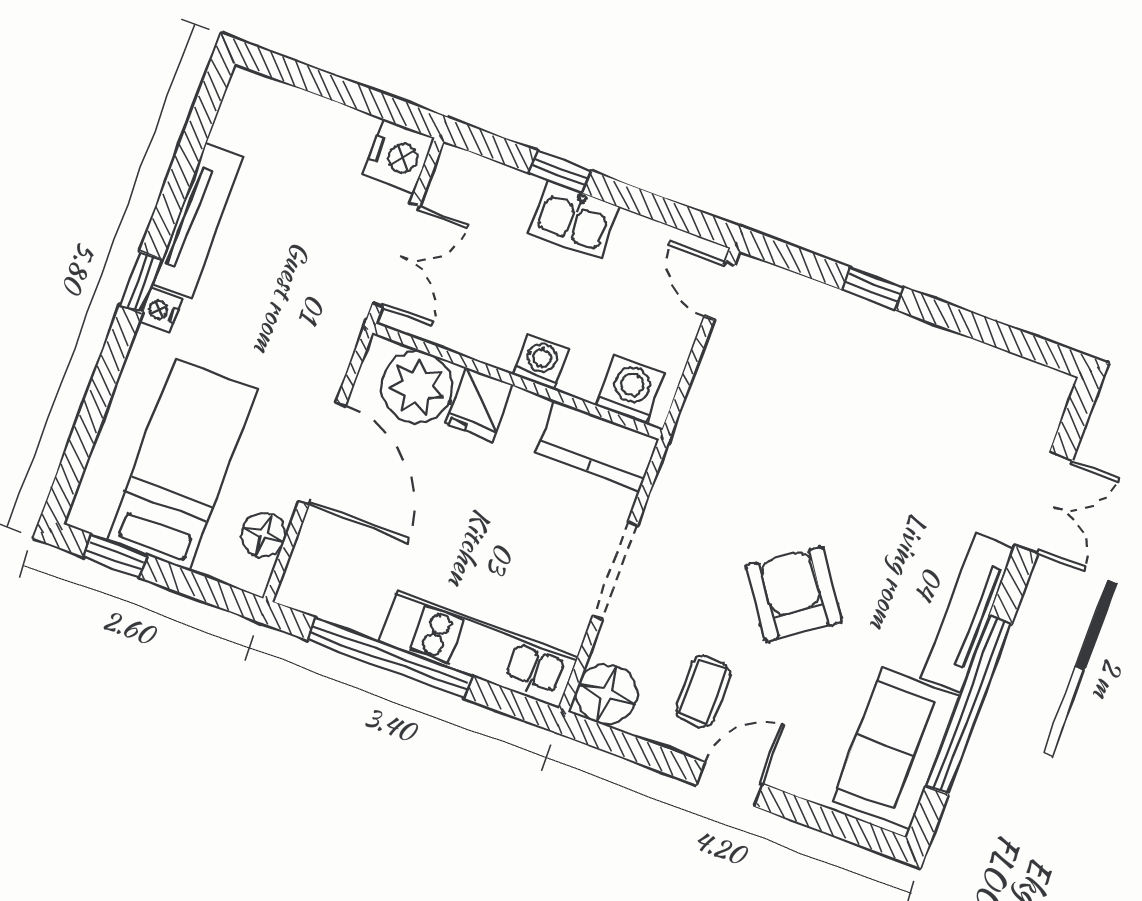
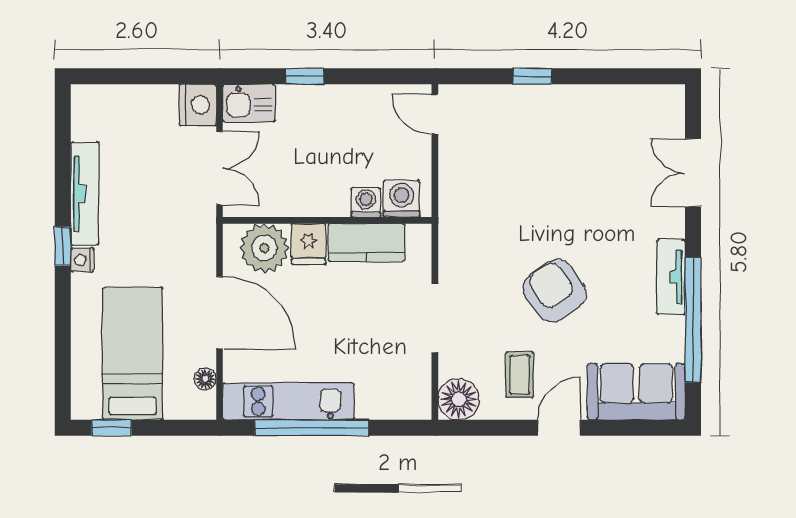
kitchen sink: (574, 219) -> (249, 103), moved
washing machine: (540, 362) -> (366, 202), moved
kitchen counter: (597, 446) -> (366, 243), moved
double door: (1044, 503) -> (693, 173), swing flipped
floor lamp: (264, 535) -> (205, 379), width x0.73, depth x0.73
tv unit: (968, 613) -> (671, 277), width x0.71
kitchen unit: (478, 650) -> (288, 401), moved
sofa: (896, 749) -> (636, 392), moved, turned 90

